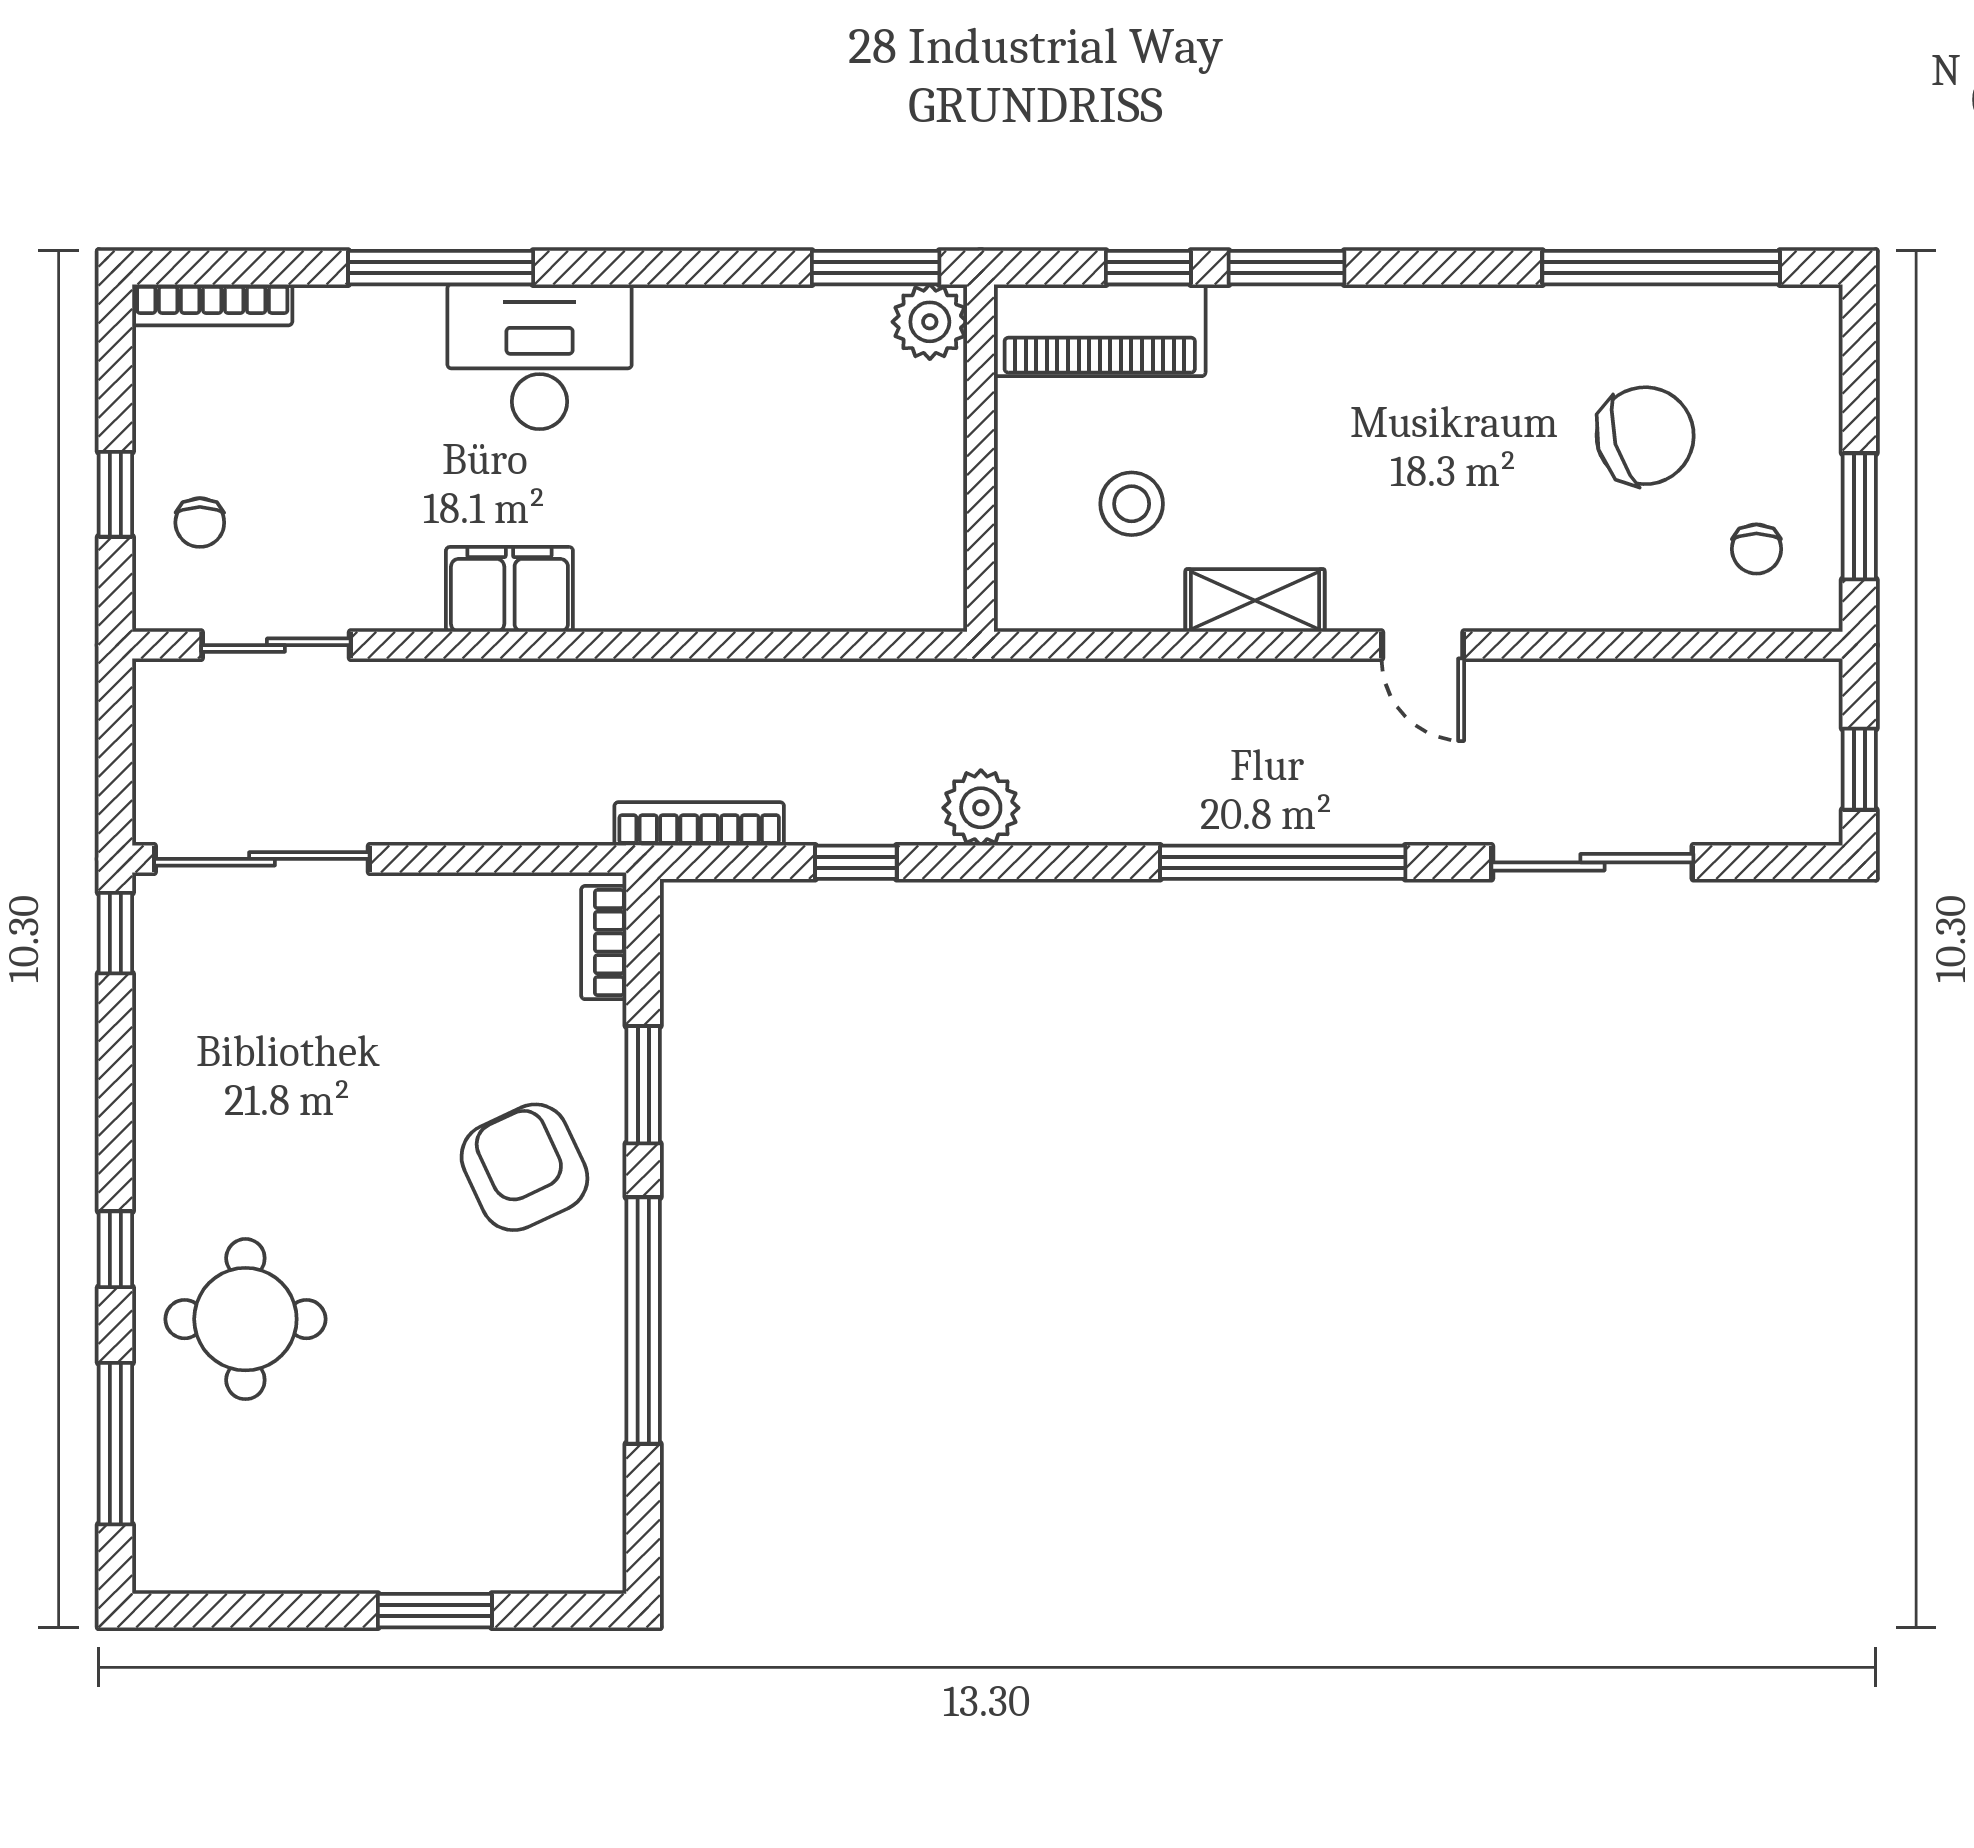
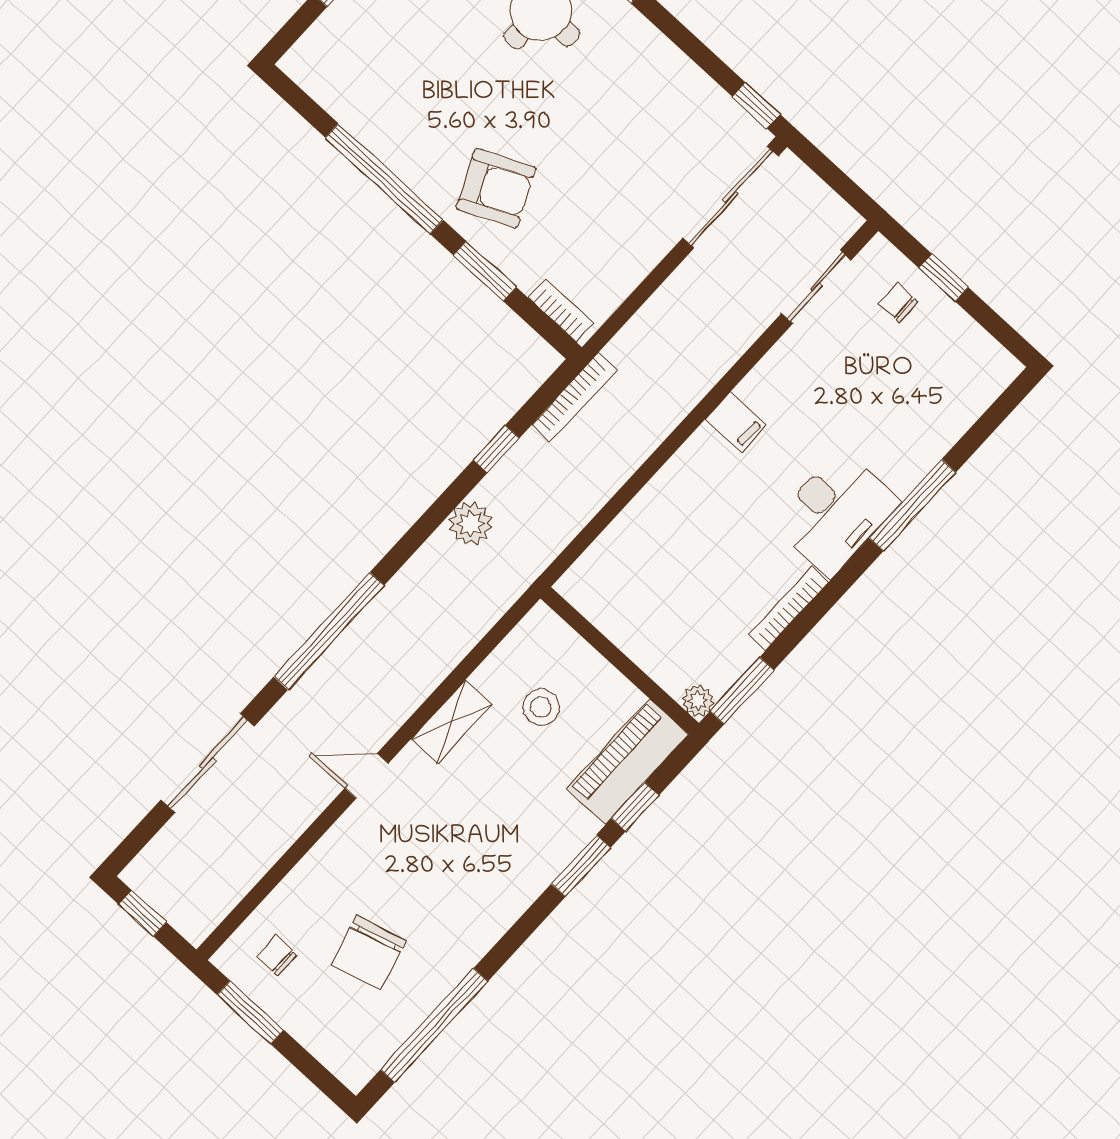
bookcase: (212, 305) -> (788, 608), moved
plant: (930, 322) -> (698, 701), width x0.73, depth x0.73
filing cabinet: (509, 589) -> (736, 422), width x0.50

